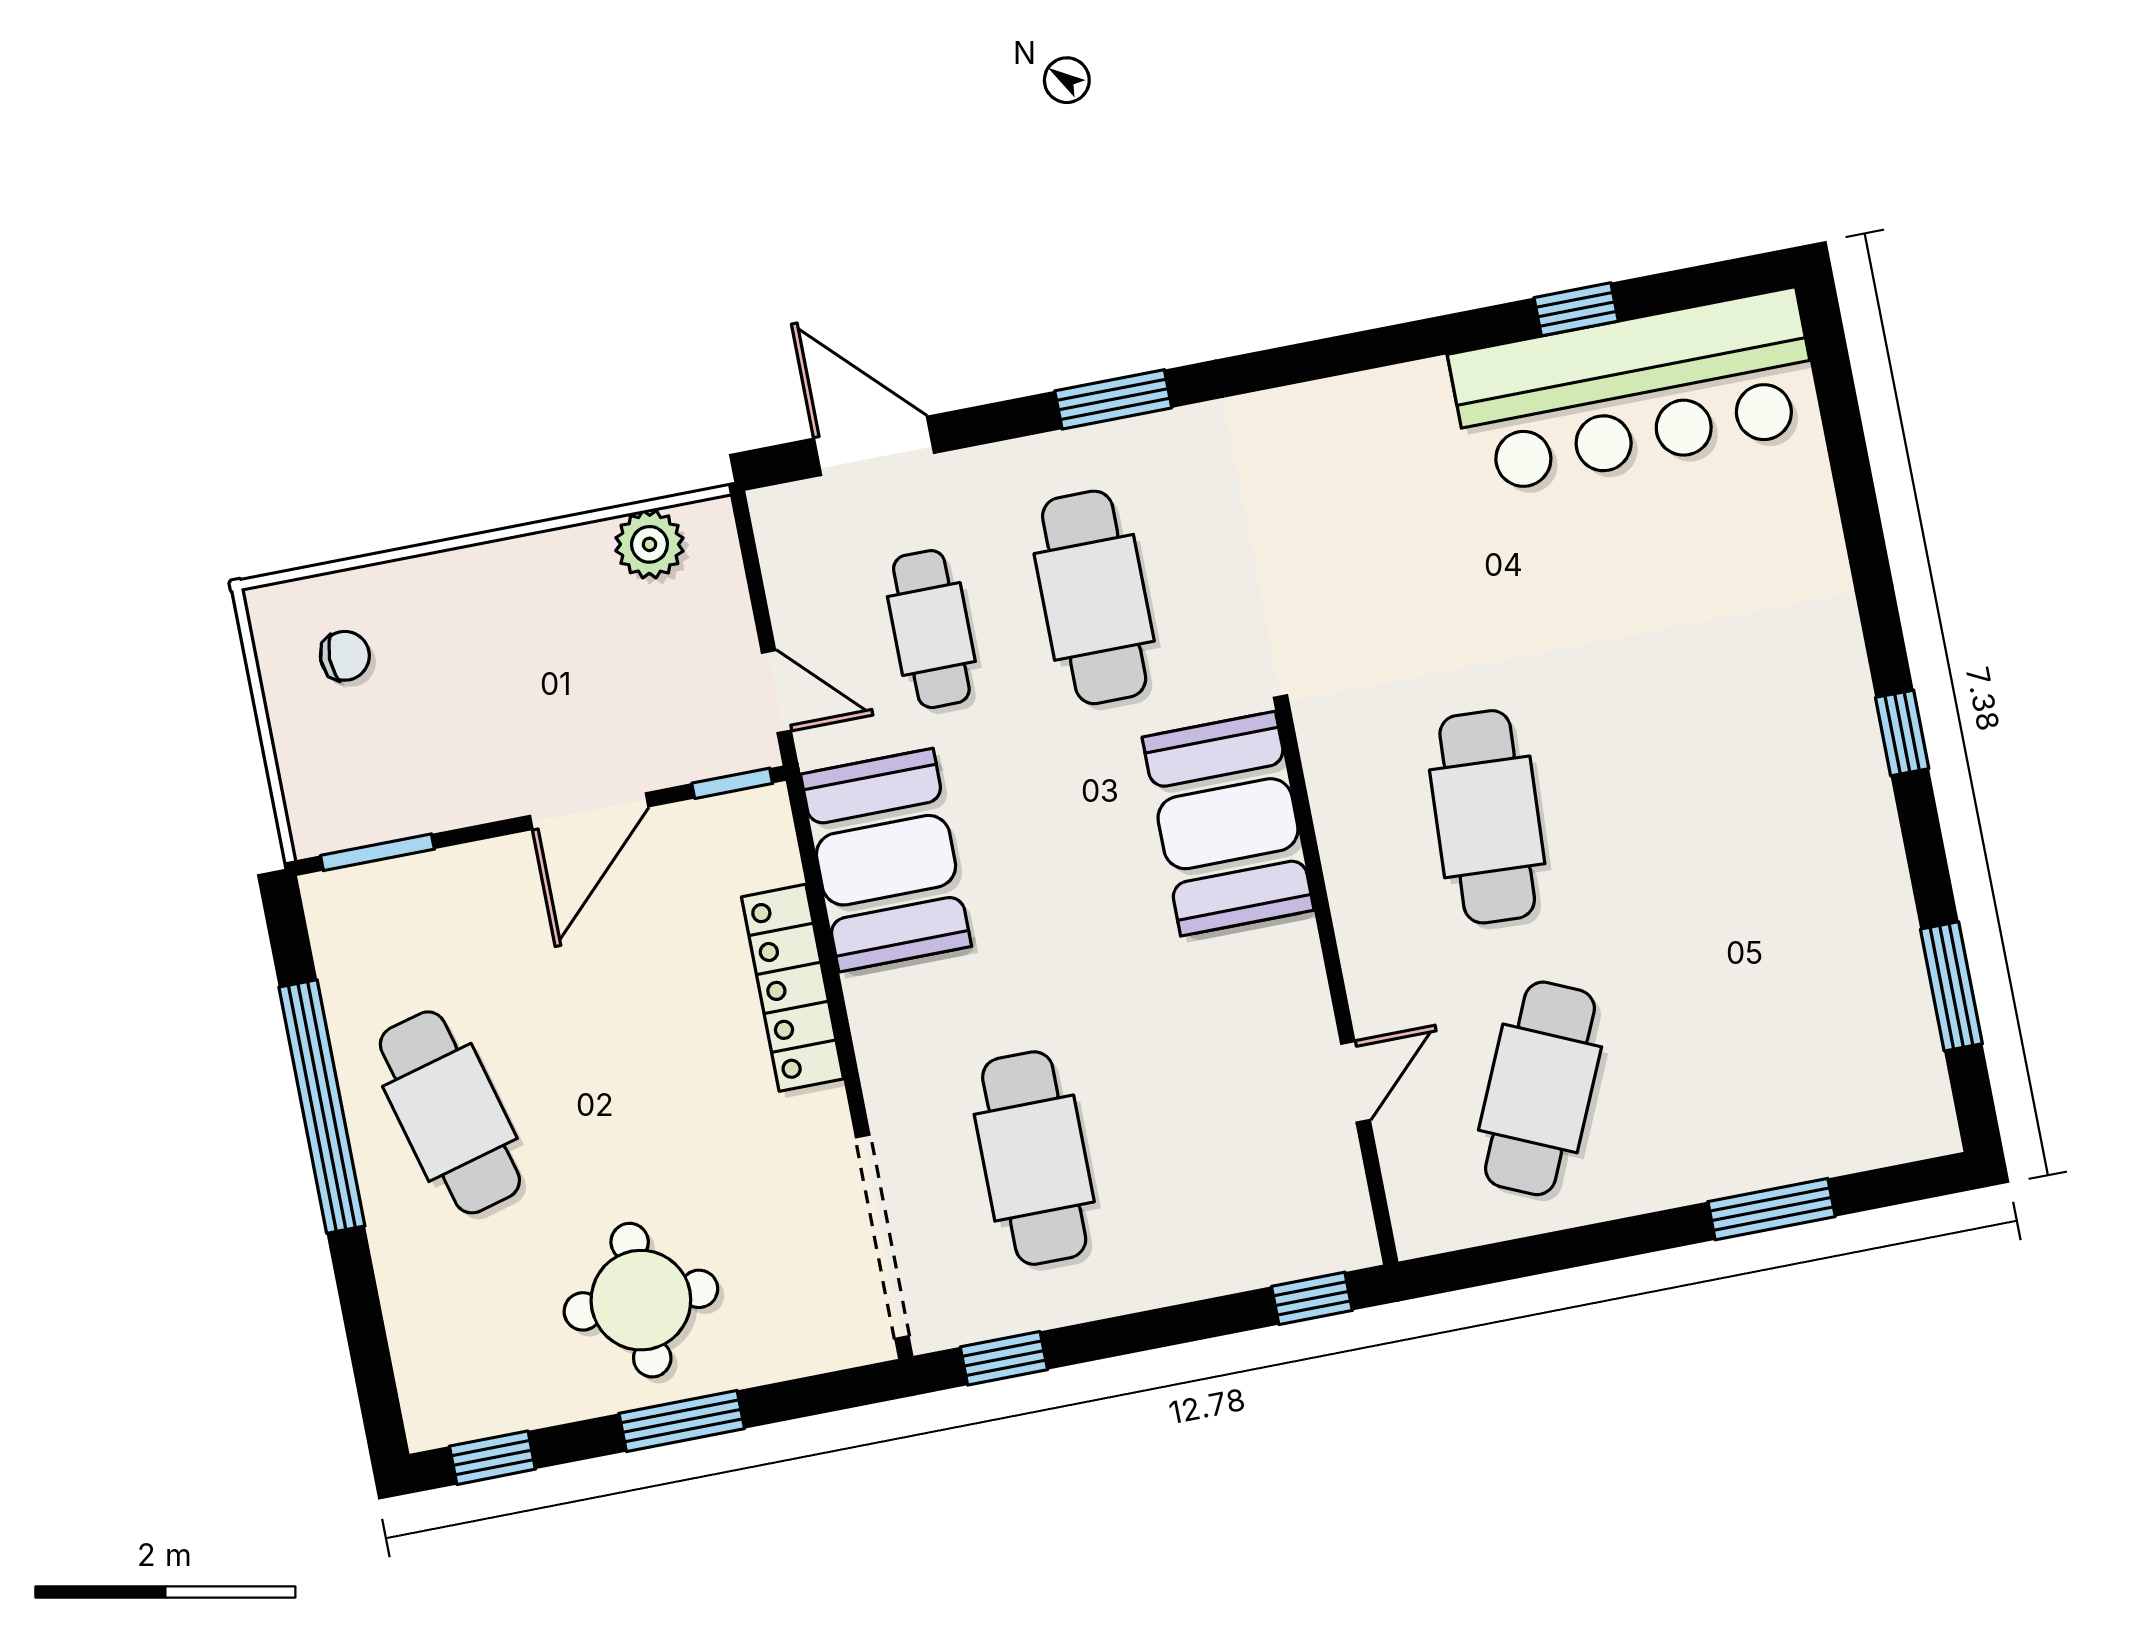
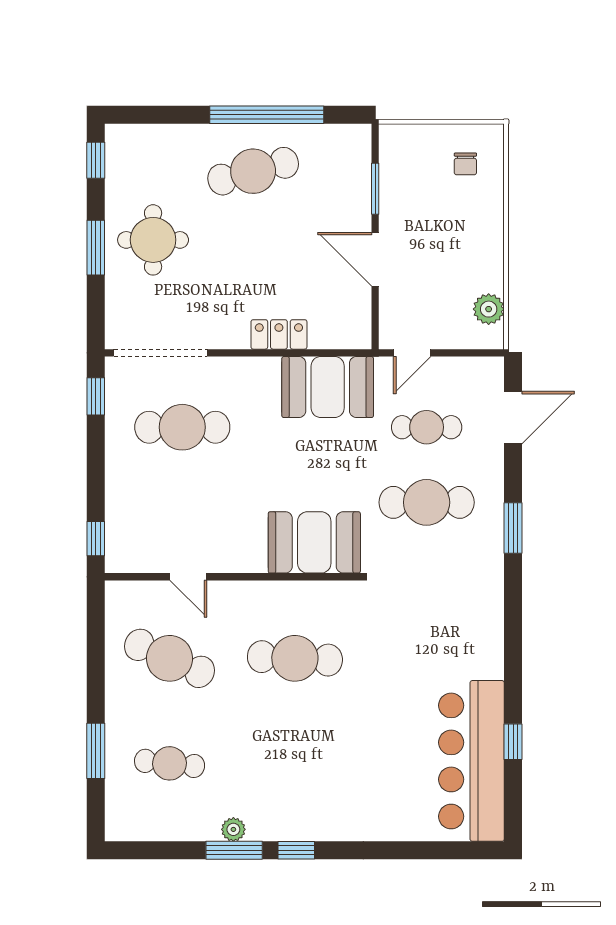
window: (732, 783) -> (375, 325), removed
window: (377, 852) -> (375, 189), moved
plant: (1884, 878) -> (233, 829), added
window: (1951, 986) -> (234, 850), moved
locker: (793, 988) -> (279, 334), width x0.66
cafe table: (1768, 1044) -> (170, 763), added

